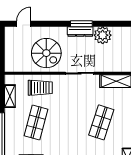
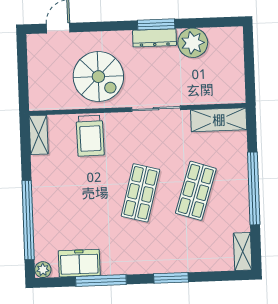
trolley: (40, 88) -> (90, 136), turned 89
shelving: (10, 96) -> (39, 135), moved
shop shelf: (36, 122) -> (140, 193), moved

